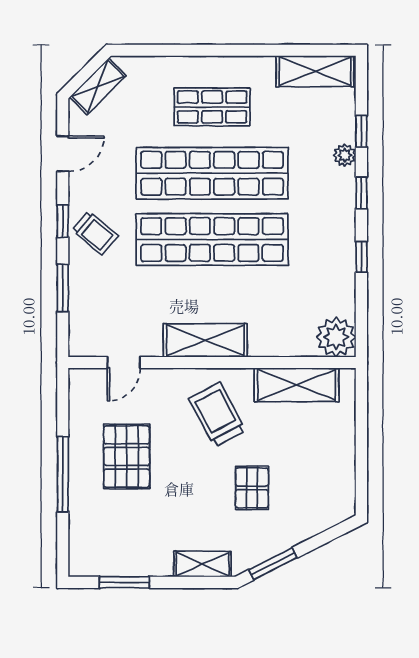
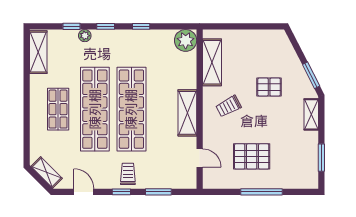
trolley: (95, 233) -> (128, 174), turned -40
trolley: (217, 415) -> (229, 106), width x0.73, depth x0.72

